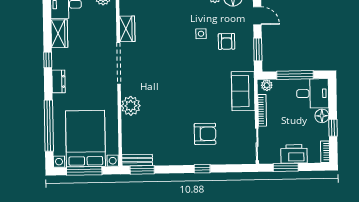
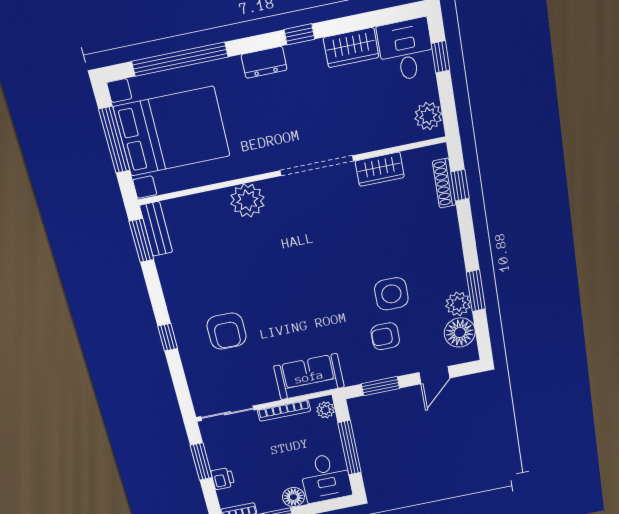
side table: (201, 34) -> (391, 294), width x1.87, depth x1.87
printer: (294, 154) -> (223, 478), width x0.53, depth x0.68

